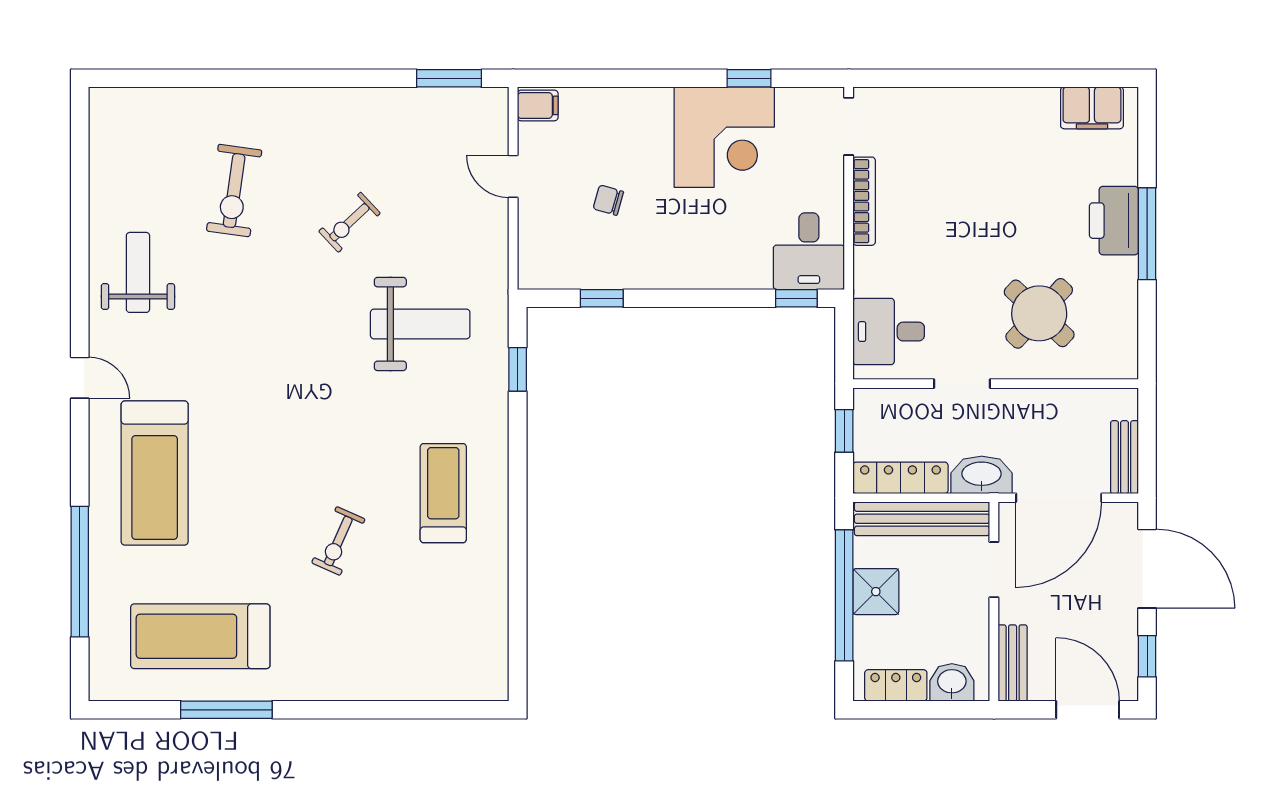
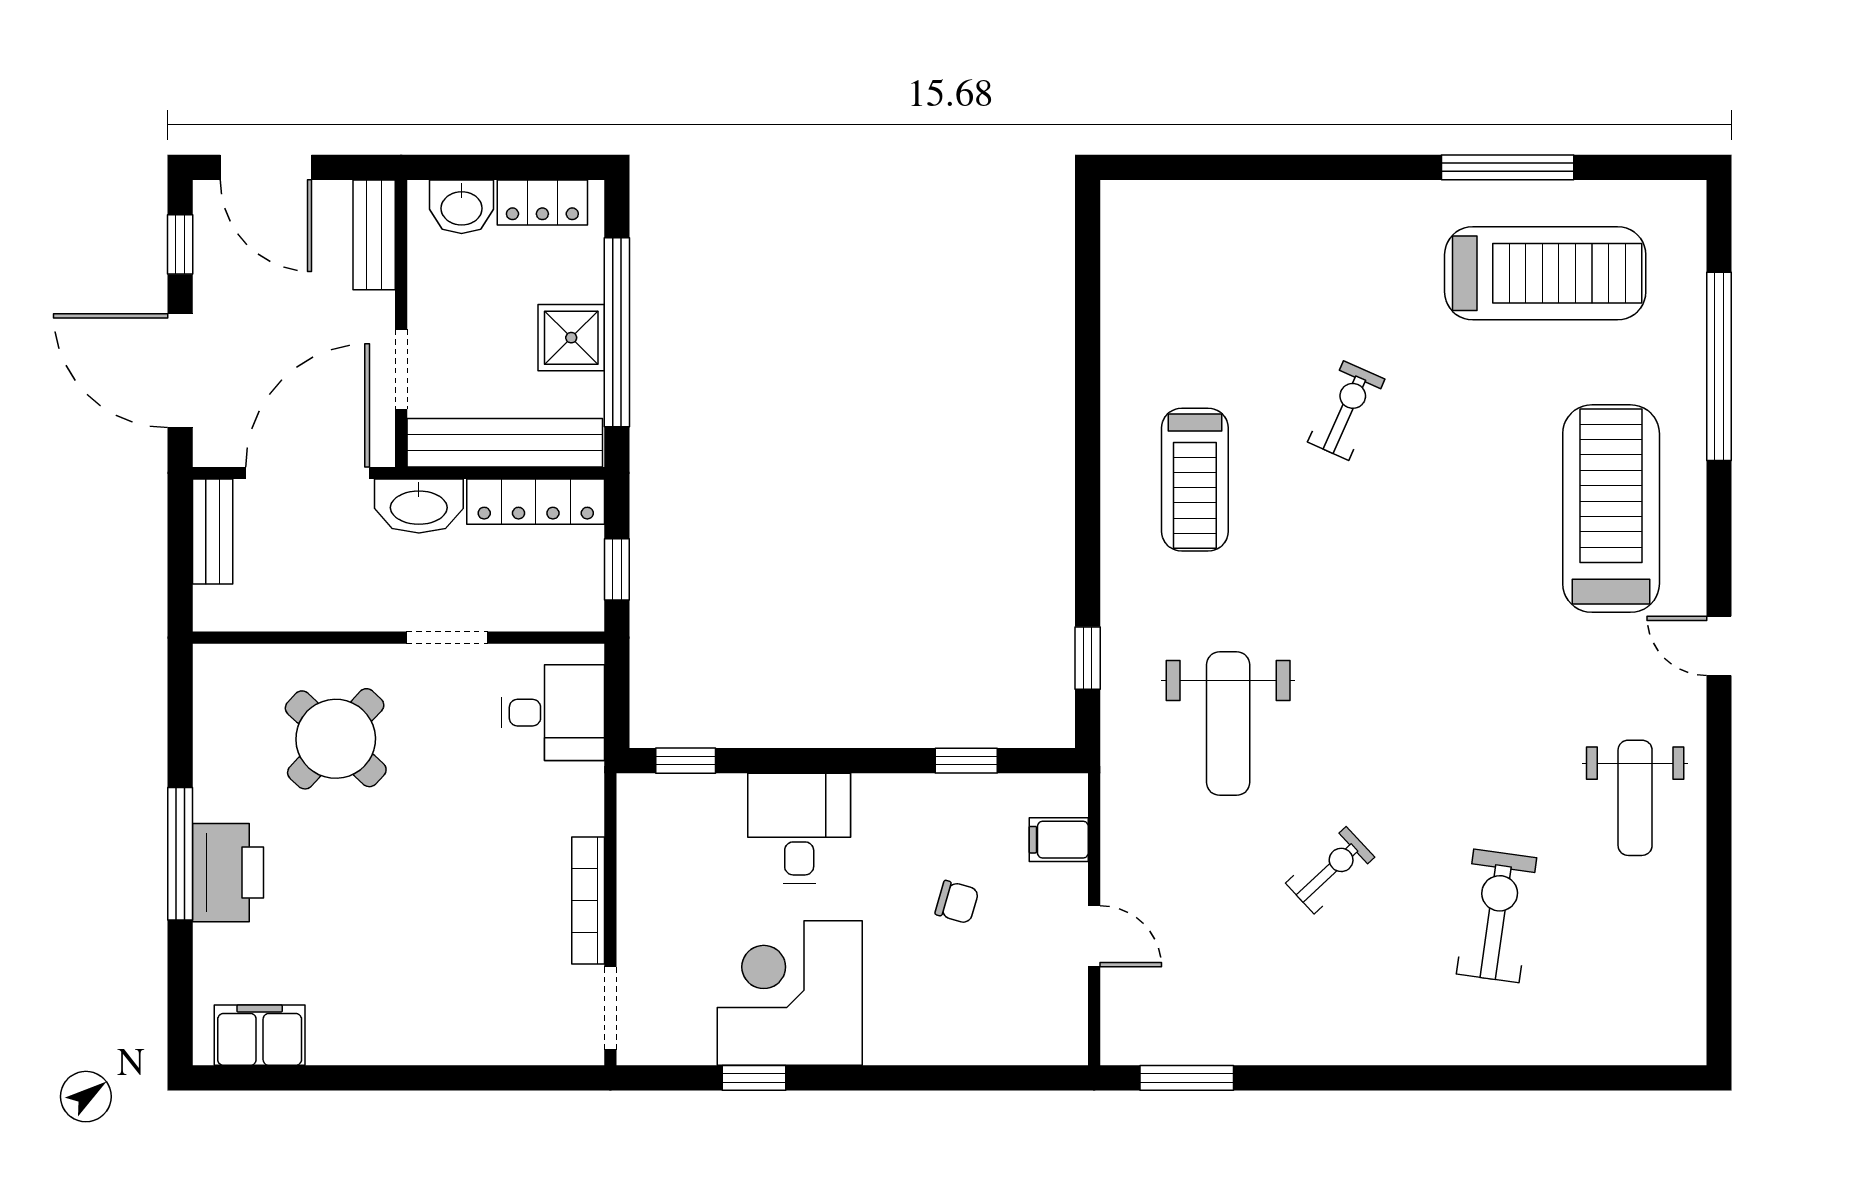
filing cabinet: (538, 105) -> (1059, 840), moved
desk: (809, 251) -> (799, 829), moved
weight bench: (420, 324) -> (1228, 724), turned -90

